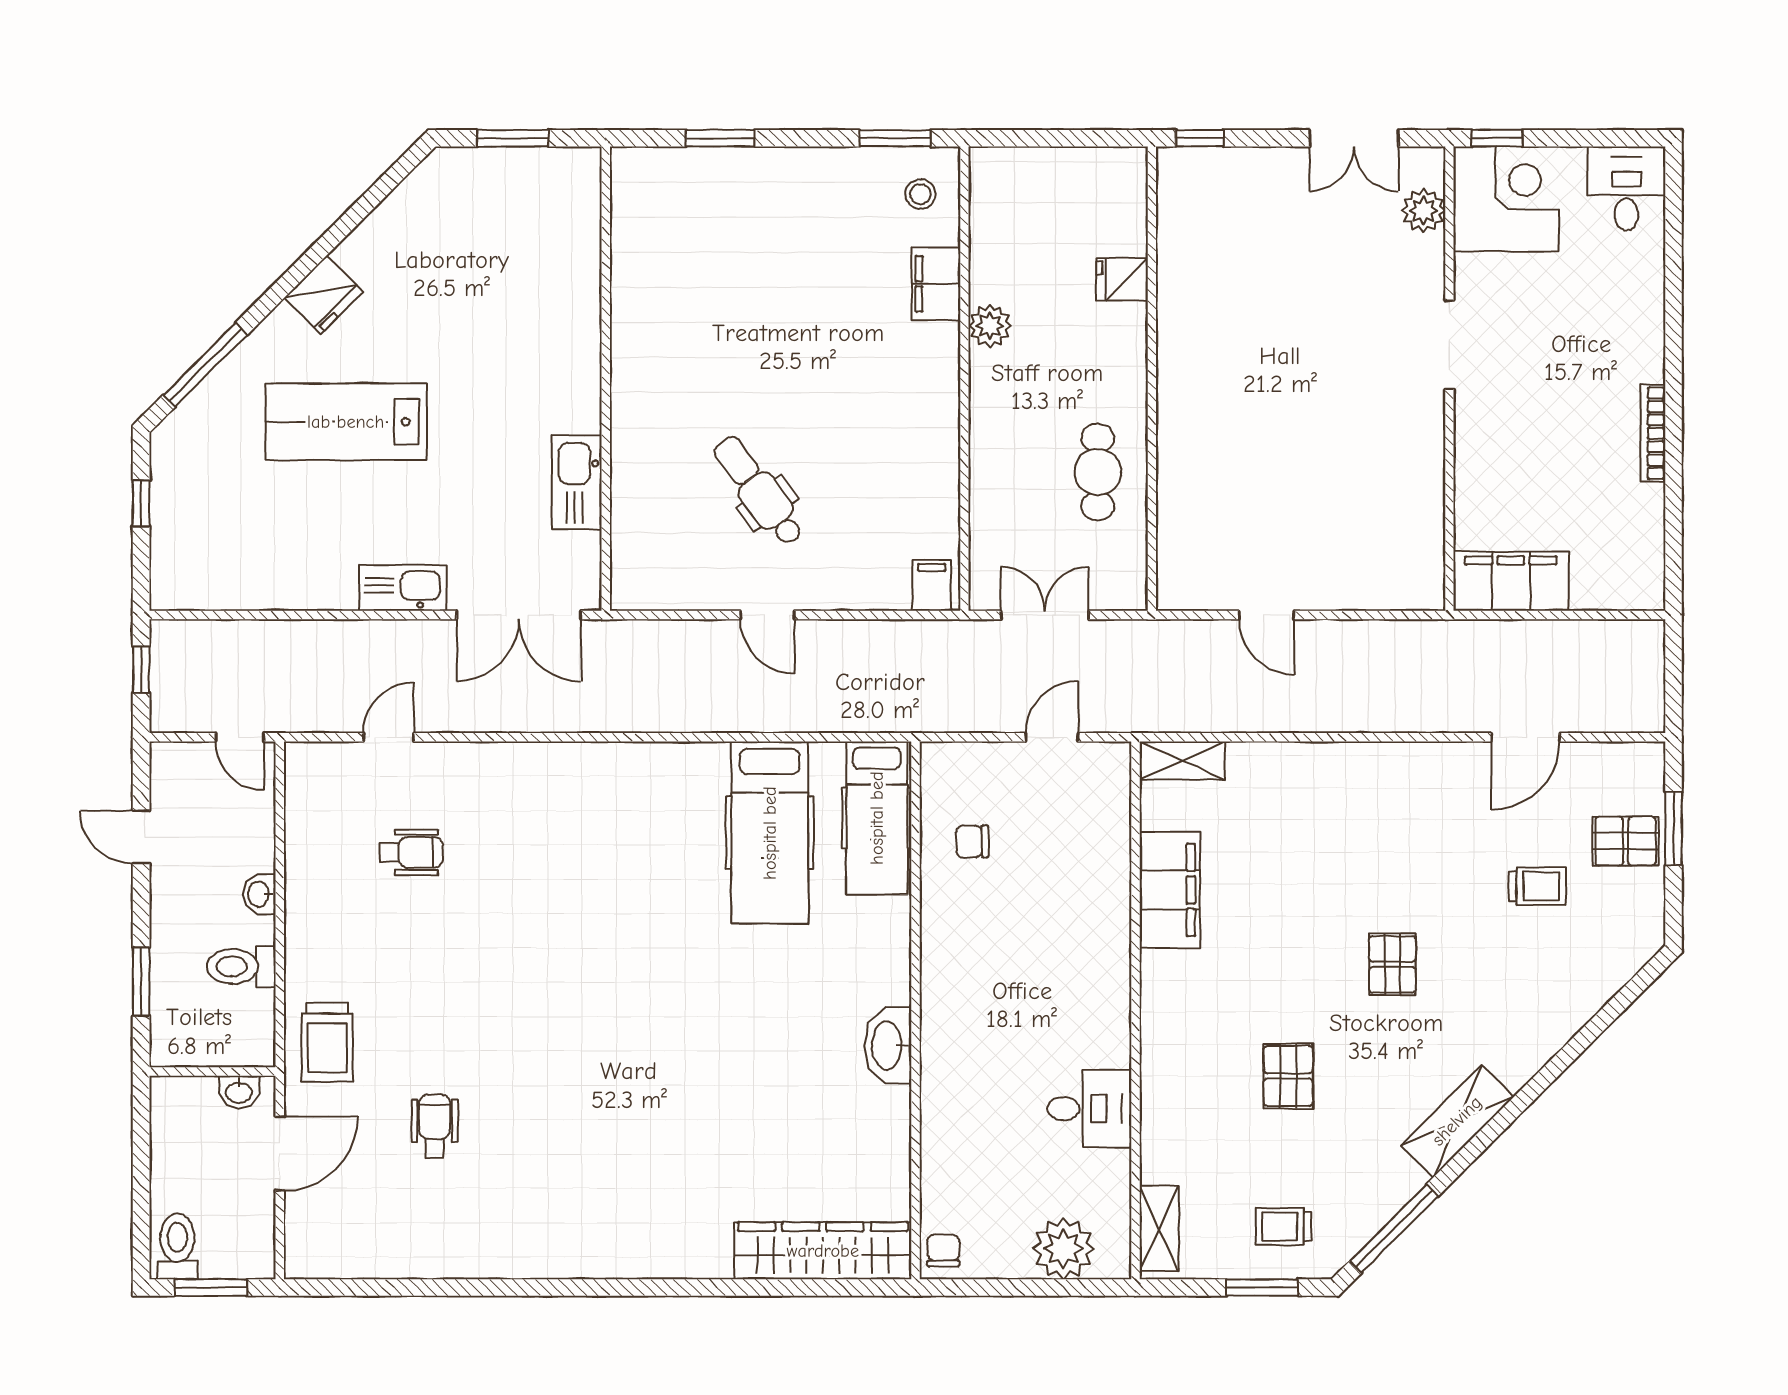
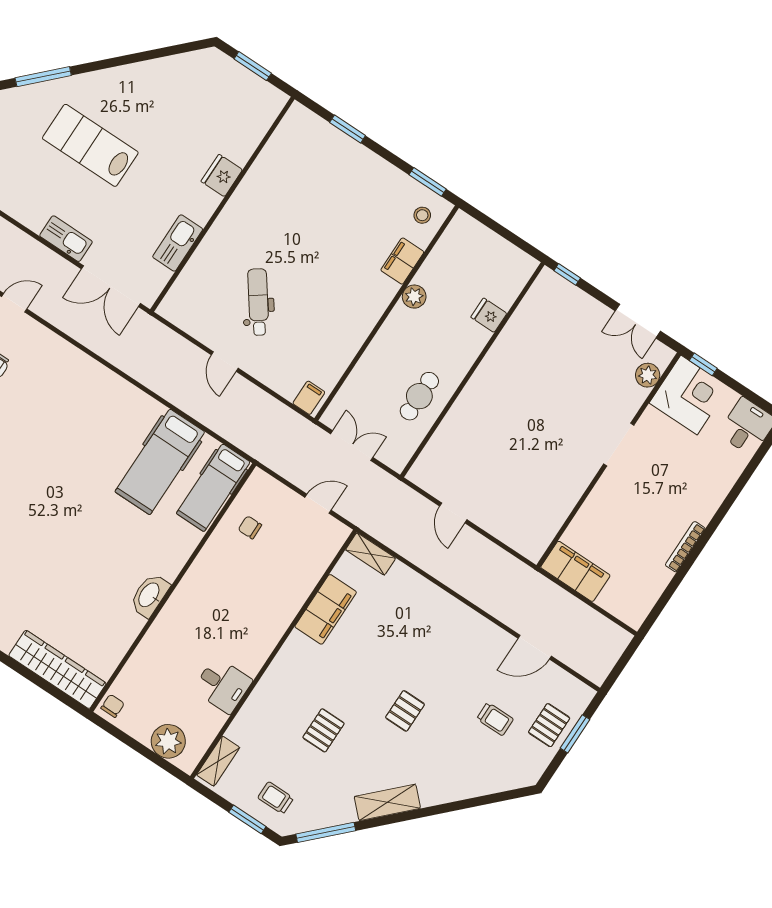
fridge: (324, 295) -> (222, 175), moved, turned 135
pallet: (1626, 841) -> (549, 725), turned 90

